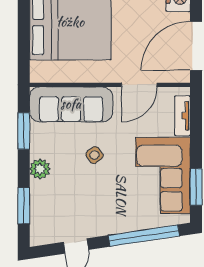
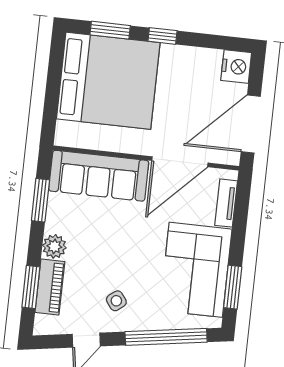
door: (139, 85) -> (180, 162), width x1.36
side table: (94, 155) -> (116, 301), moved
piano: (40, 204) -> (50, 287), added

